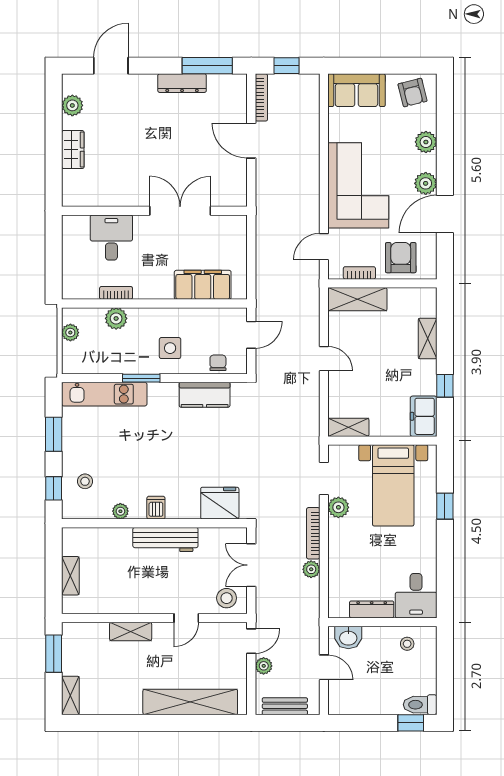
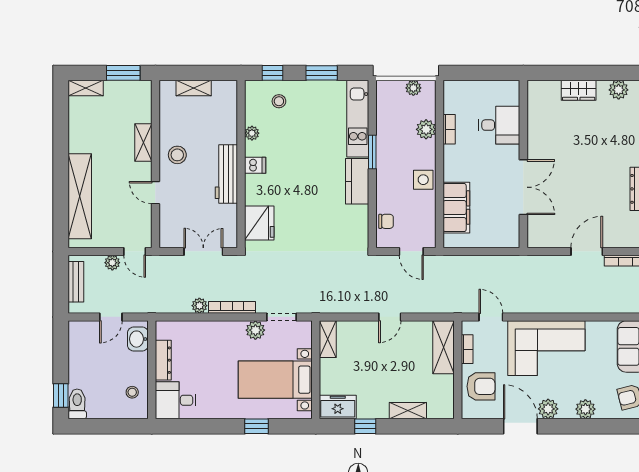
side table: (170, 348) -> (423, 180), moved
kitchen counter: (205, 395) -> (357, 181), moved
stool: (227, 598) -> (177, 155), moved

